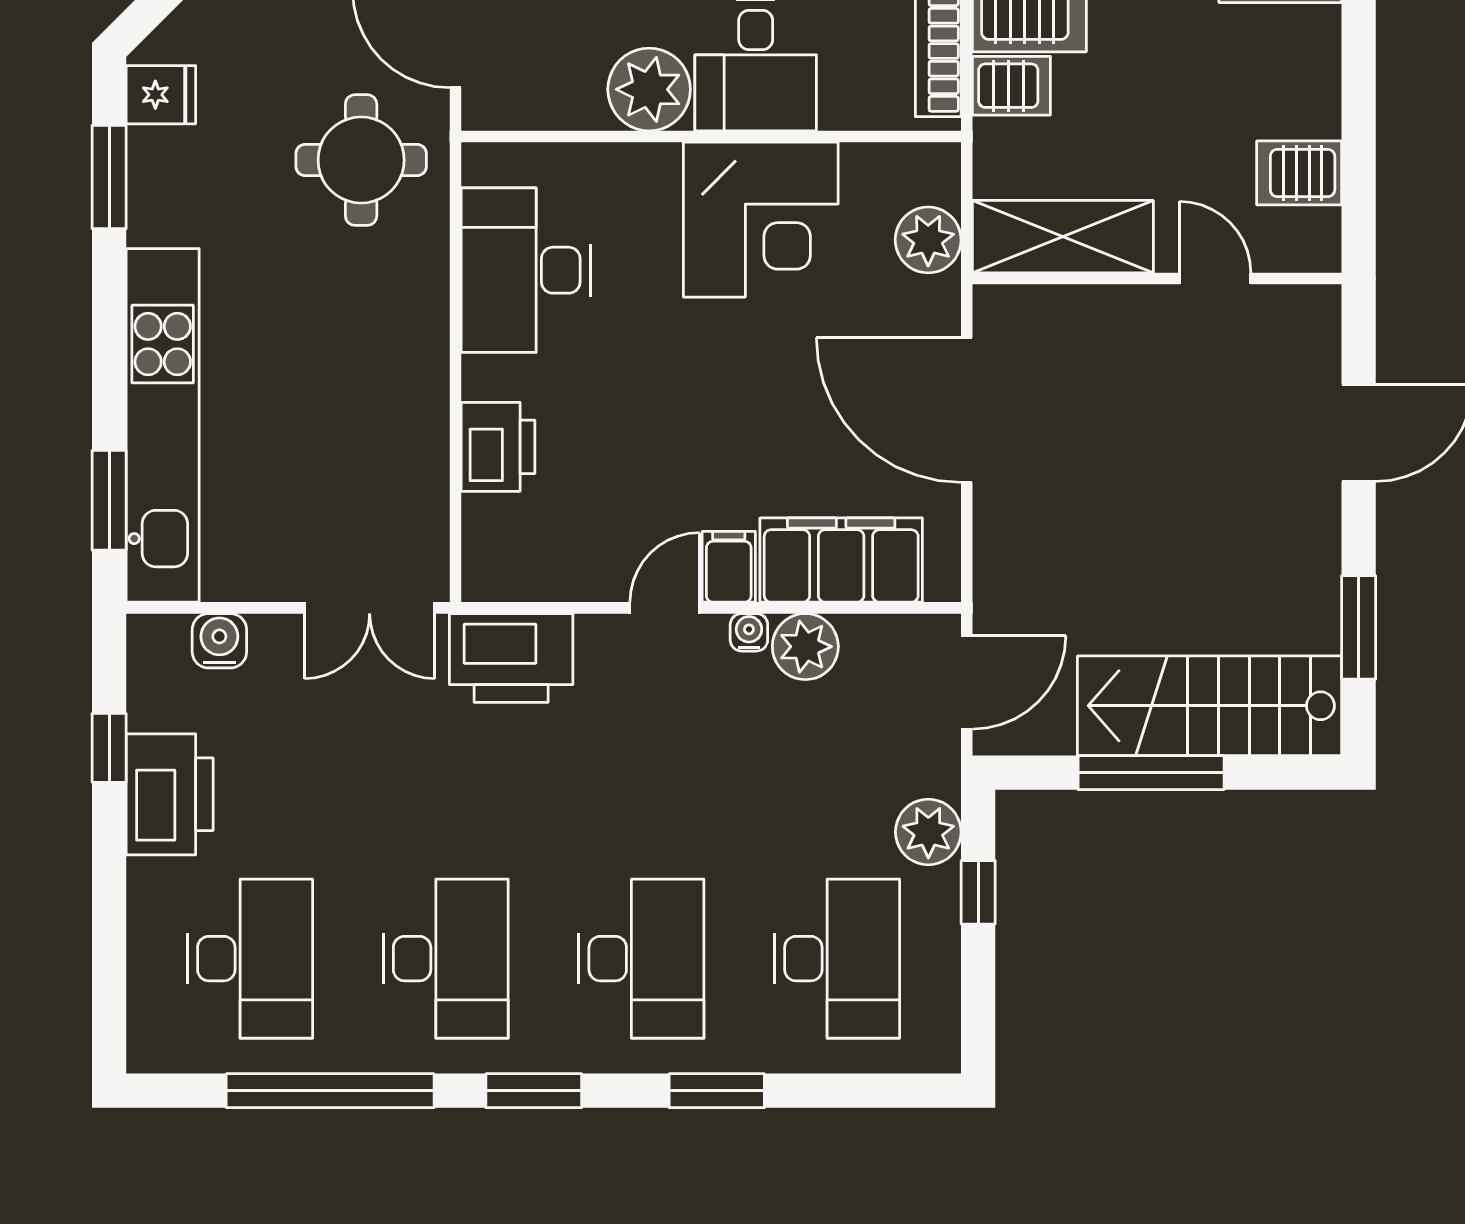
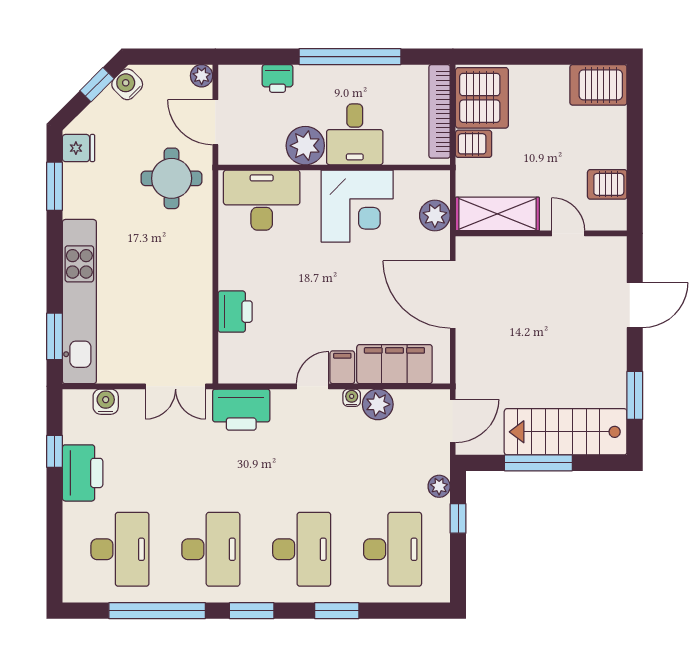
desk: (526, 270) -> (262, 200), moved, turned 90
plant: (928, 832) -> (439, 486), width x0.73, depth x0.73

